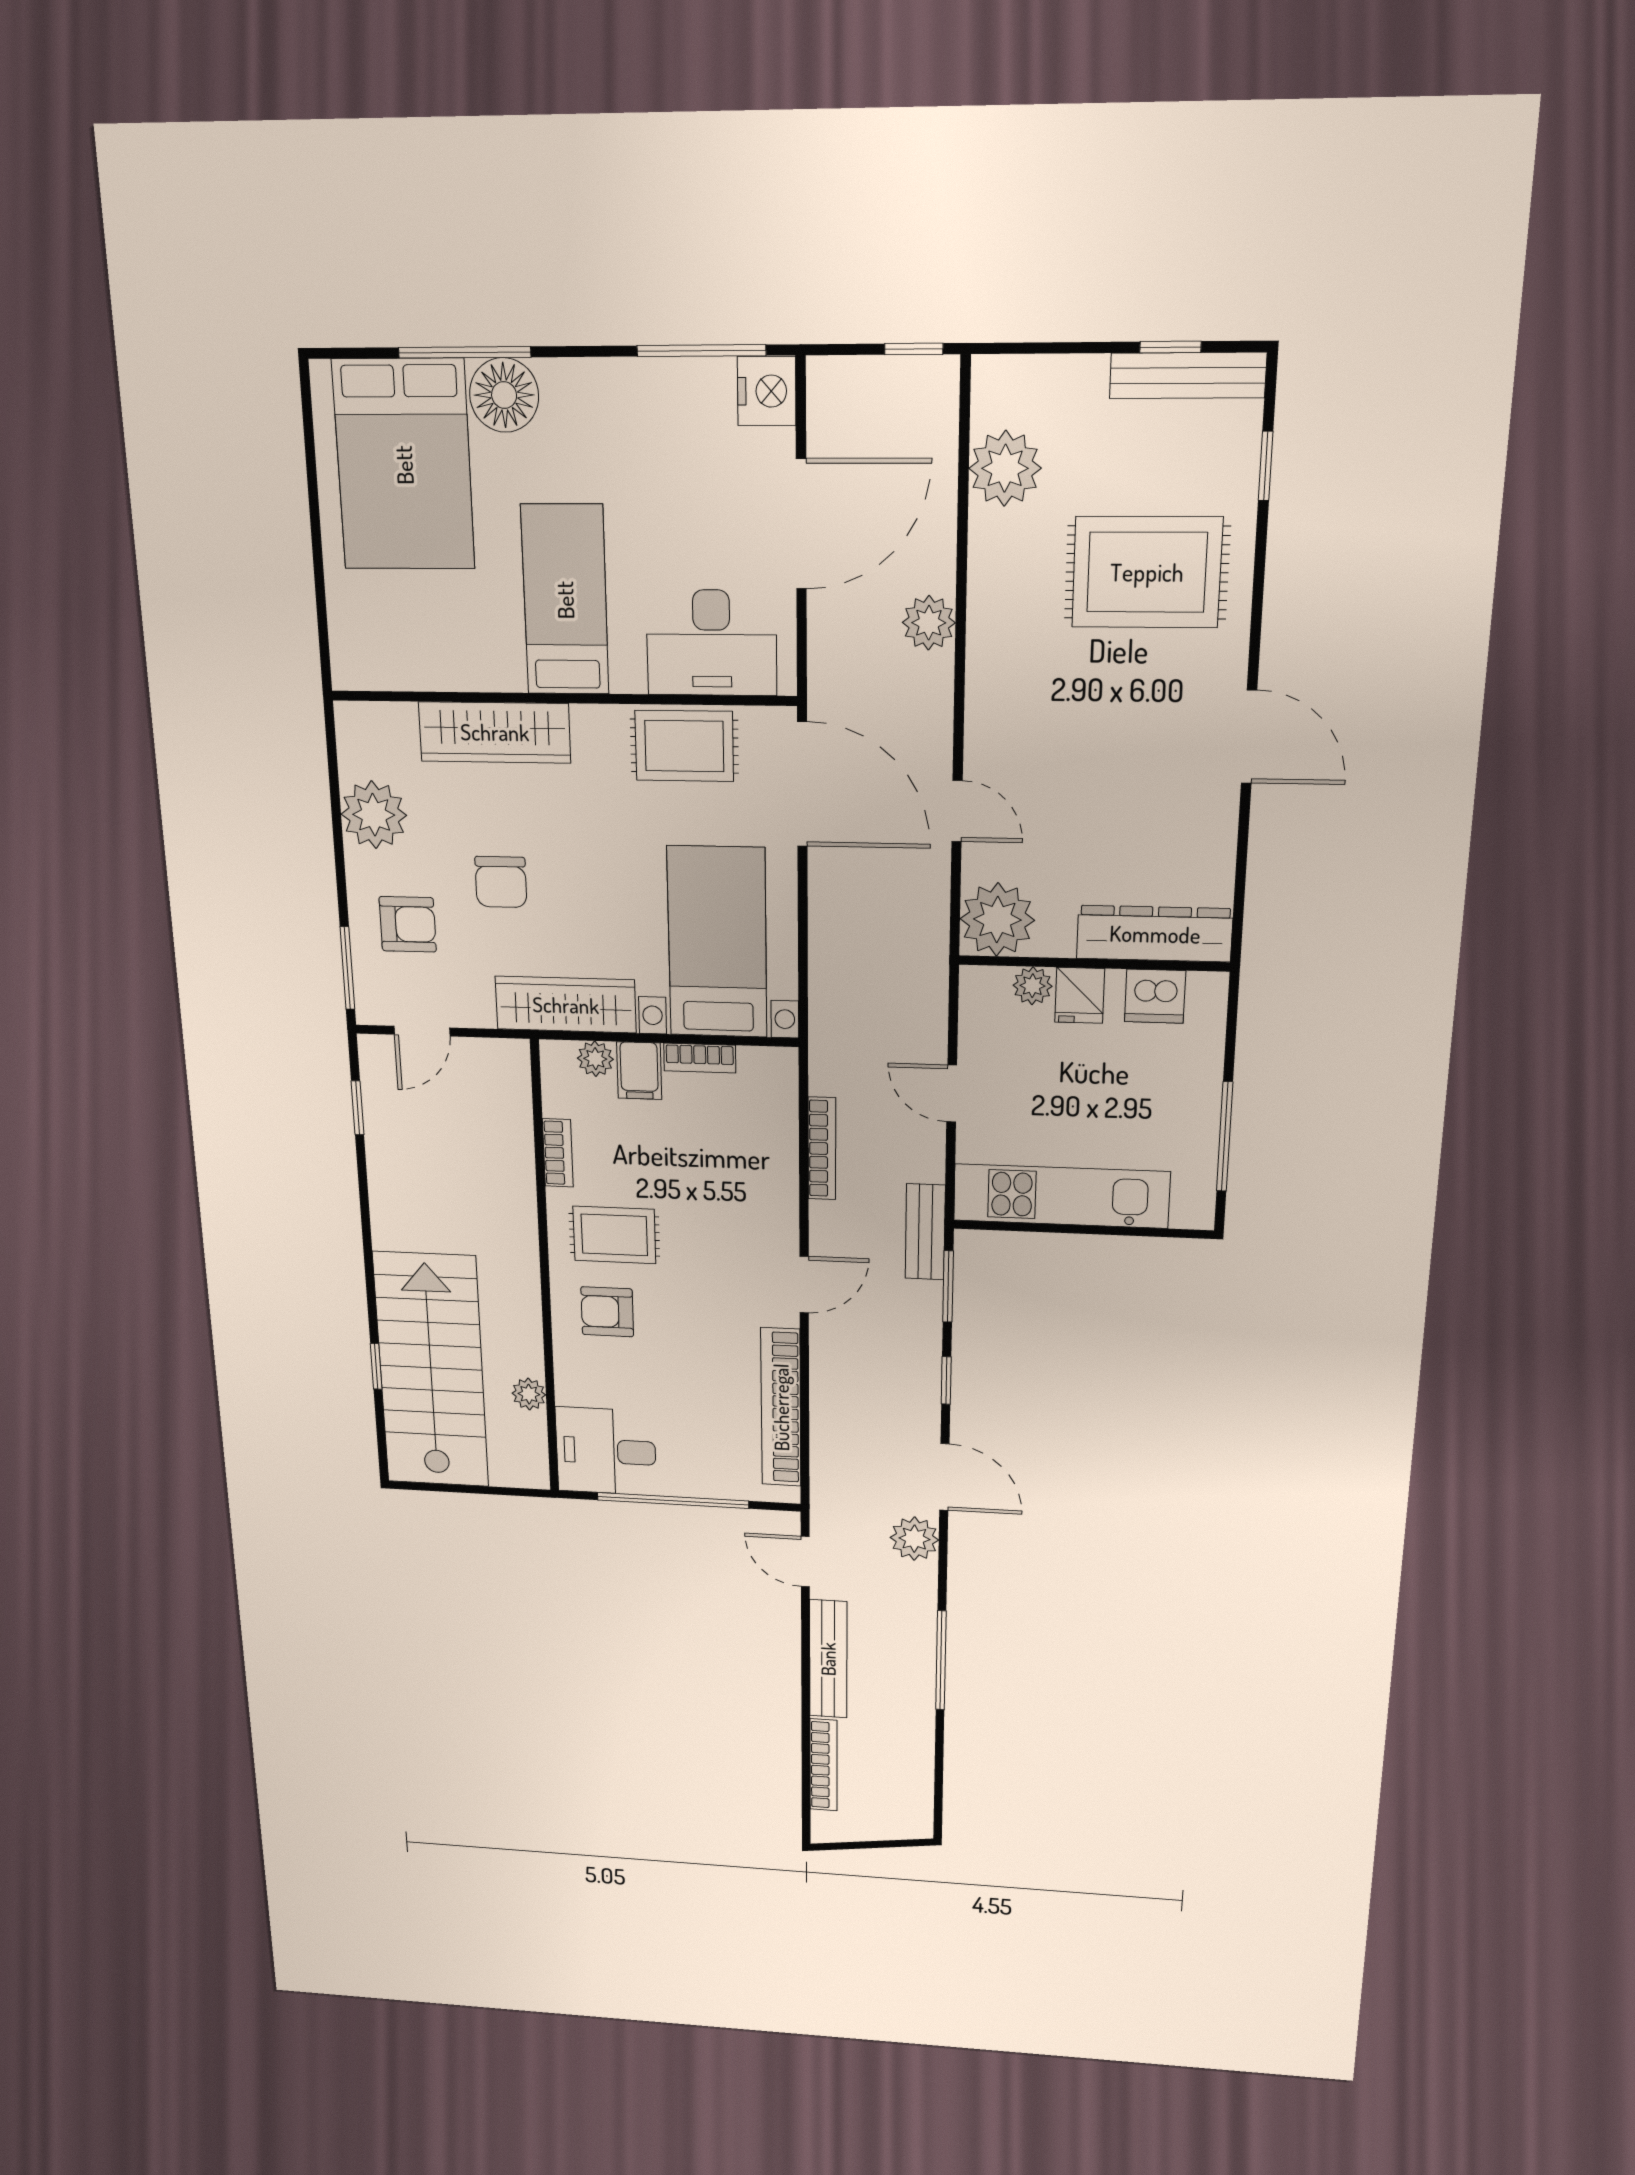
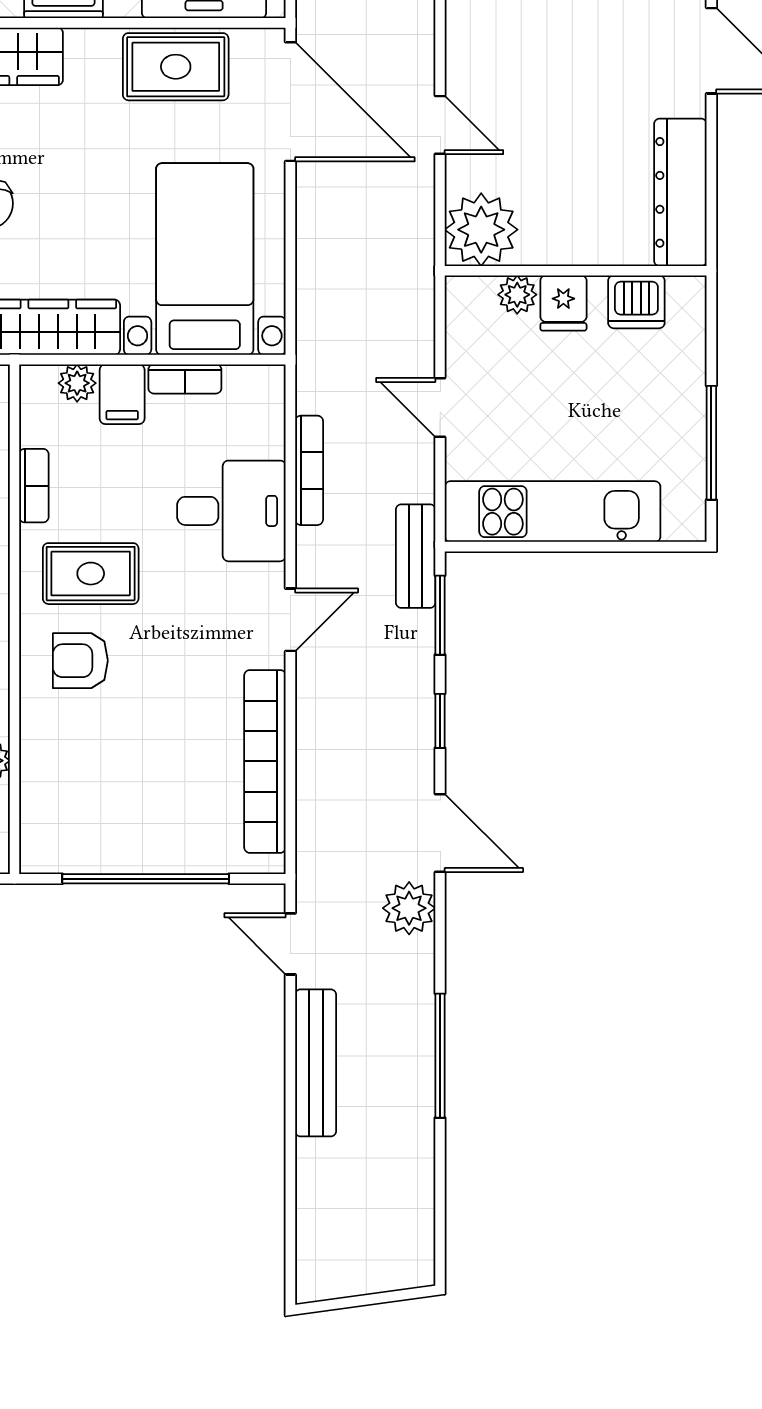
dresser: (1155, 934) -> (680, 192), moved, turned -90
desk: (606, 1451) -> (231, 511), moved, turned 180
bookcase: (823, 1765) -> (310, 1199), removed

